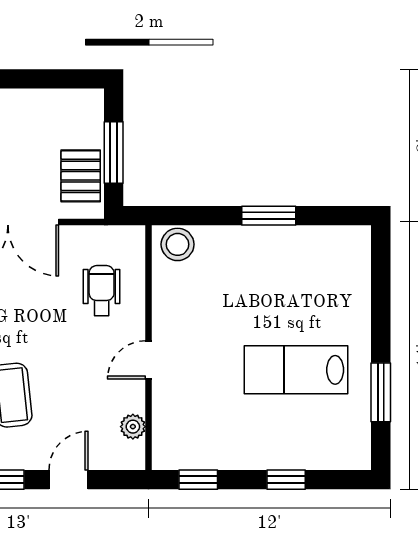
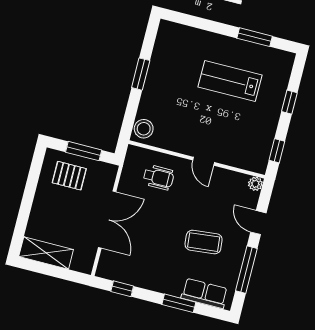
pallet: (81, 176) -> (69, 176), moved
wheelchair: (102, 291) -> (158, 177), turned 180
lab bench: (296, 370) -> (230, 81), turned 90
plant: (133, 427) -> (255, 184), moved

